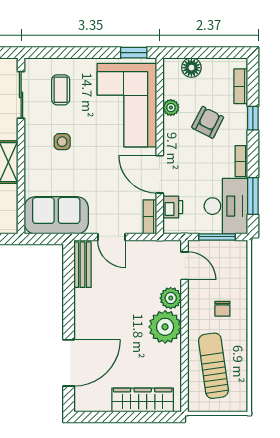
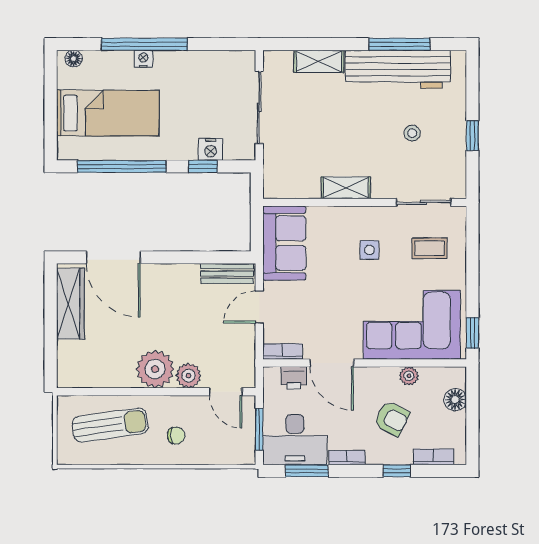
door: (160, 174) -> (332, 363), swing flipped
door: (185, 266) -> (226, 392), hinge flipped
chair: (222, 309) -> (176, 436), turned 180
wardrobe: (143, 400) -> (70, 304), moved

